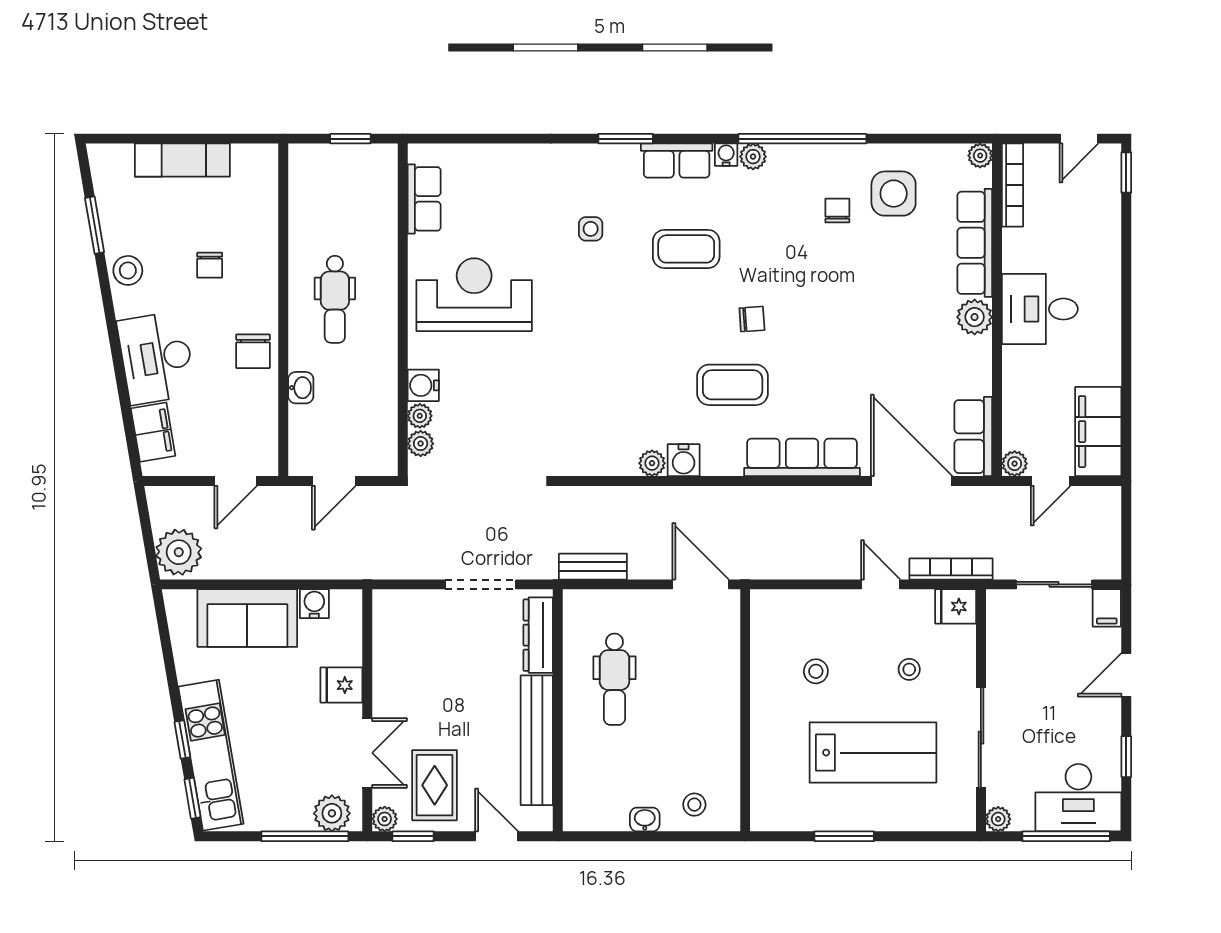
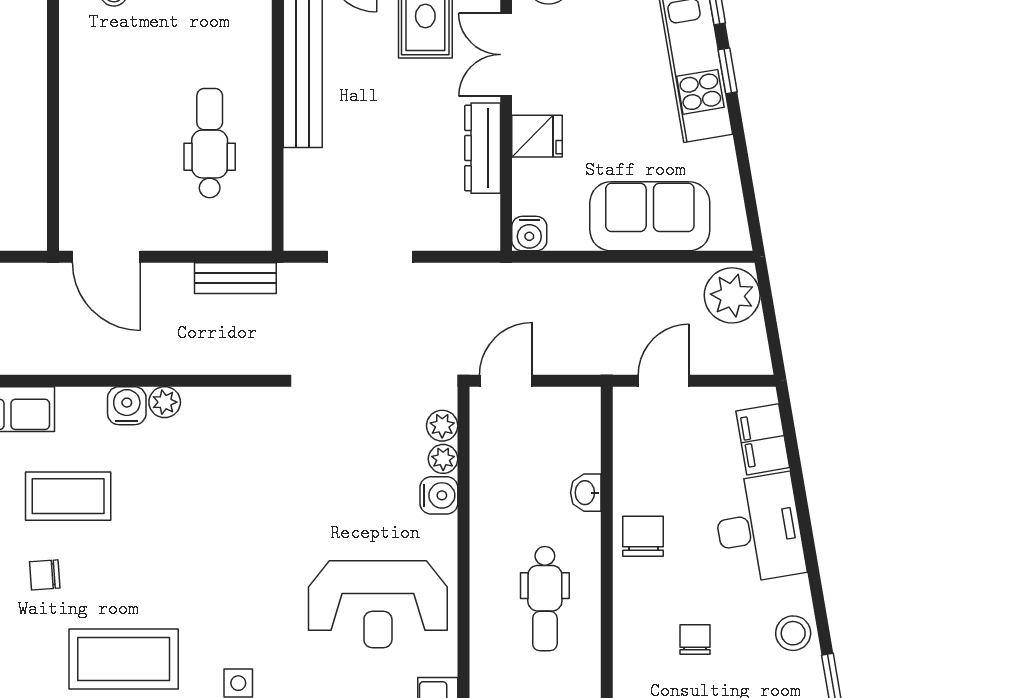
coffee table: (686, 249) -> (124, 659), width x1.36, depth x1.32
dental chair: (335, 299) -> (545, 599), turned 180
door: (334, 481) -> (506, 381), moved
water cooler: (314, 604) -> (529, 234), moved
dresser: (538, 635) -> (483, 148), moved, turned 180

